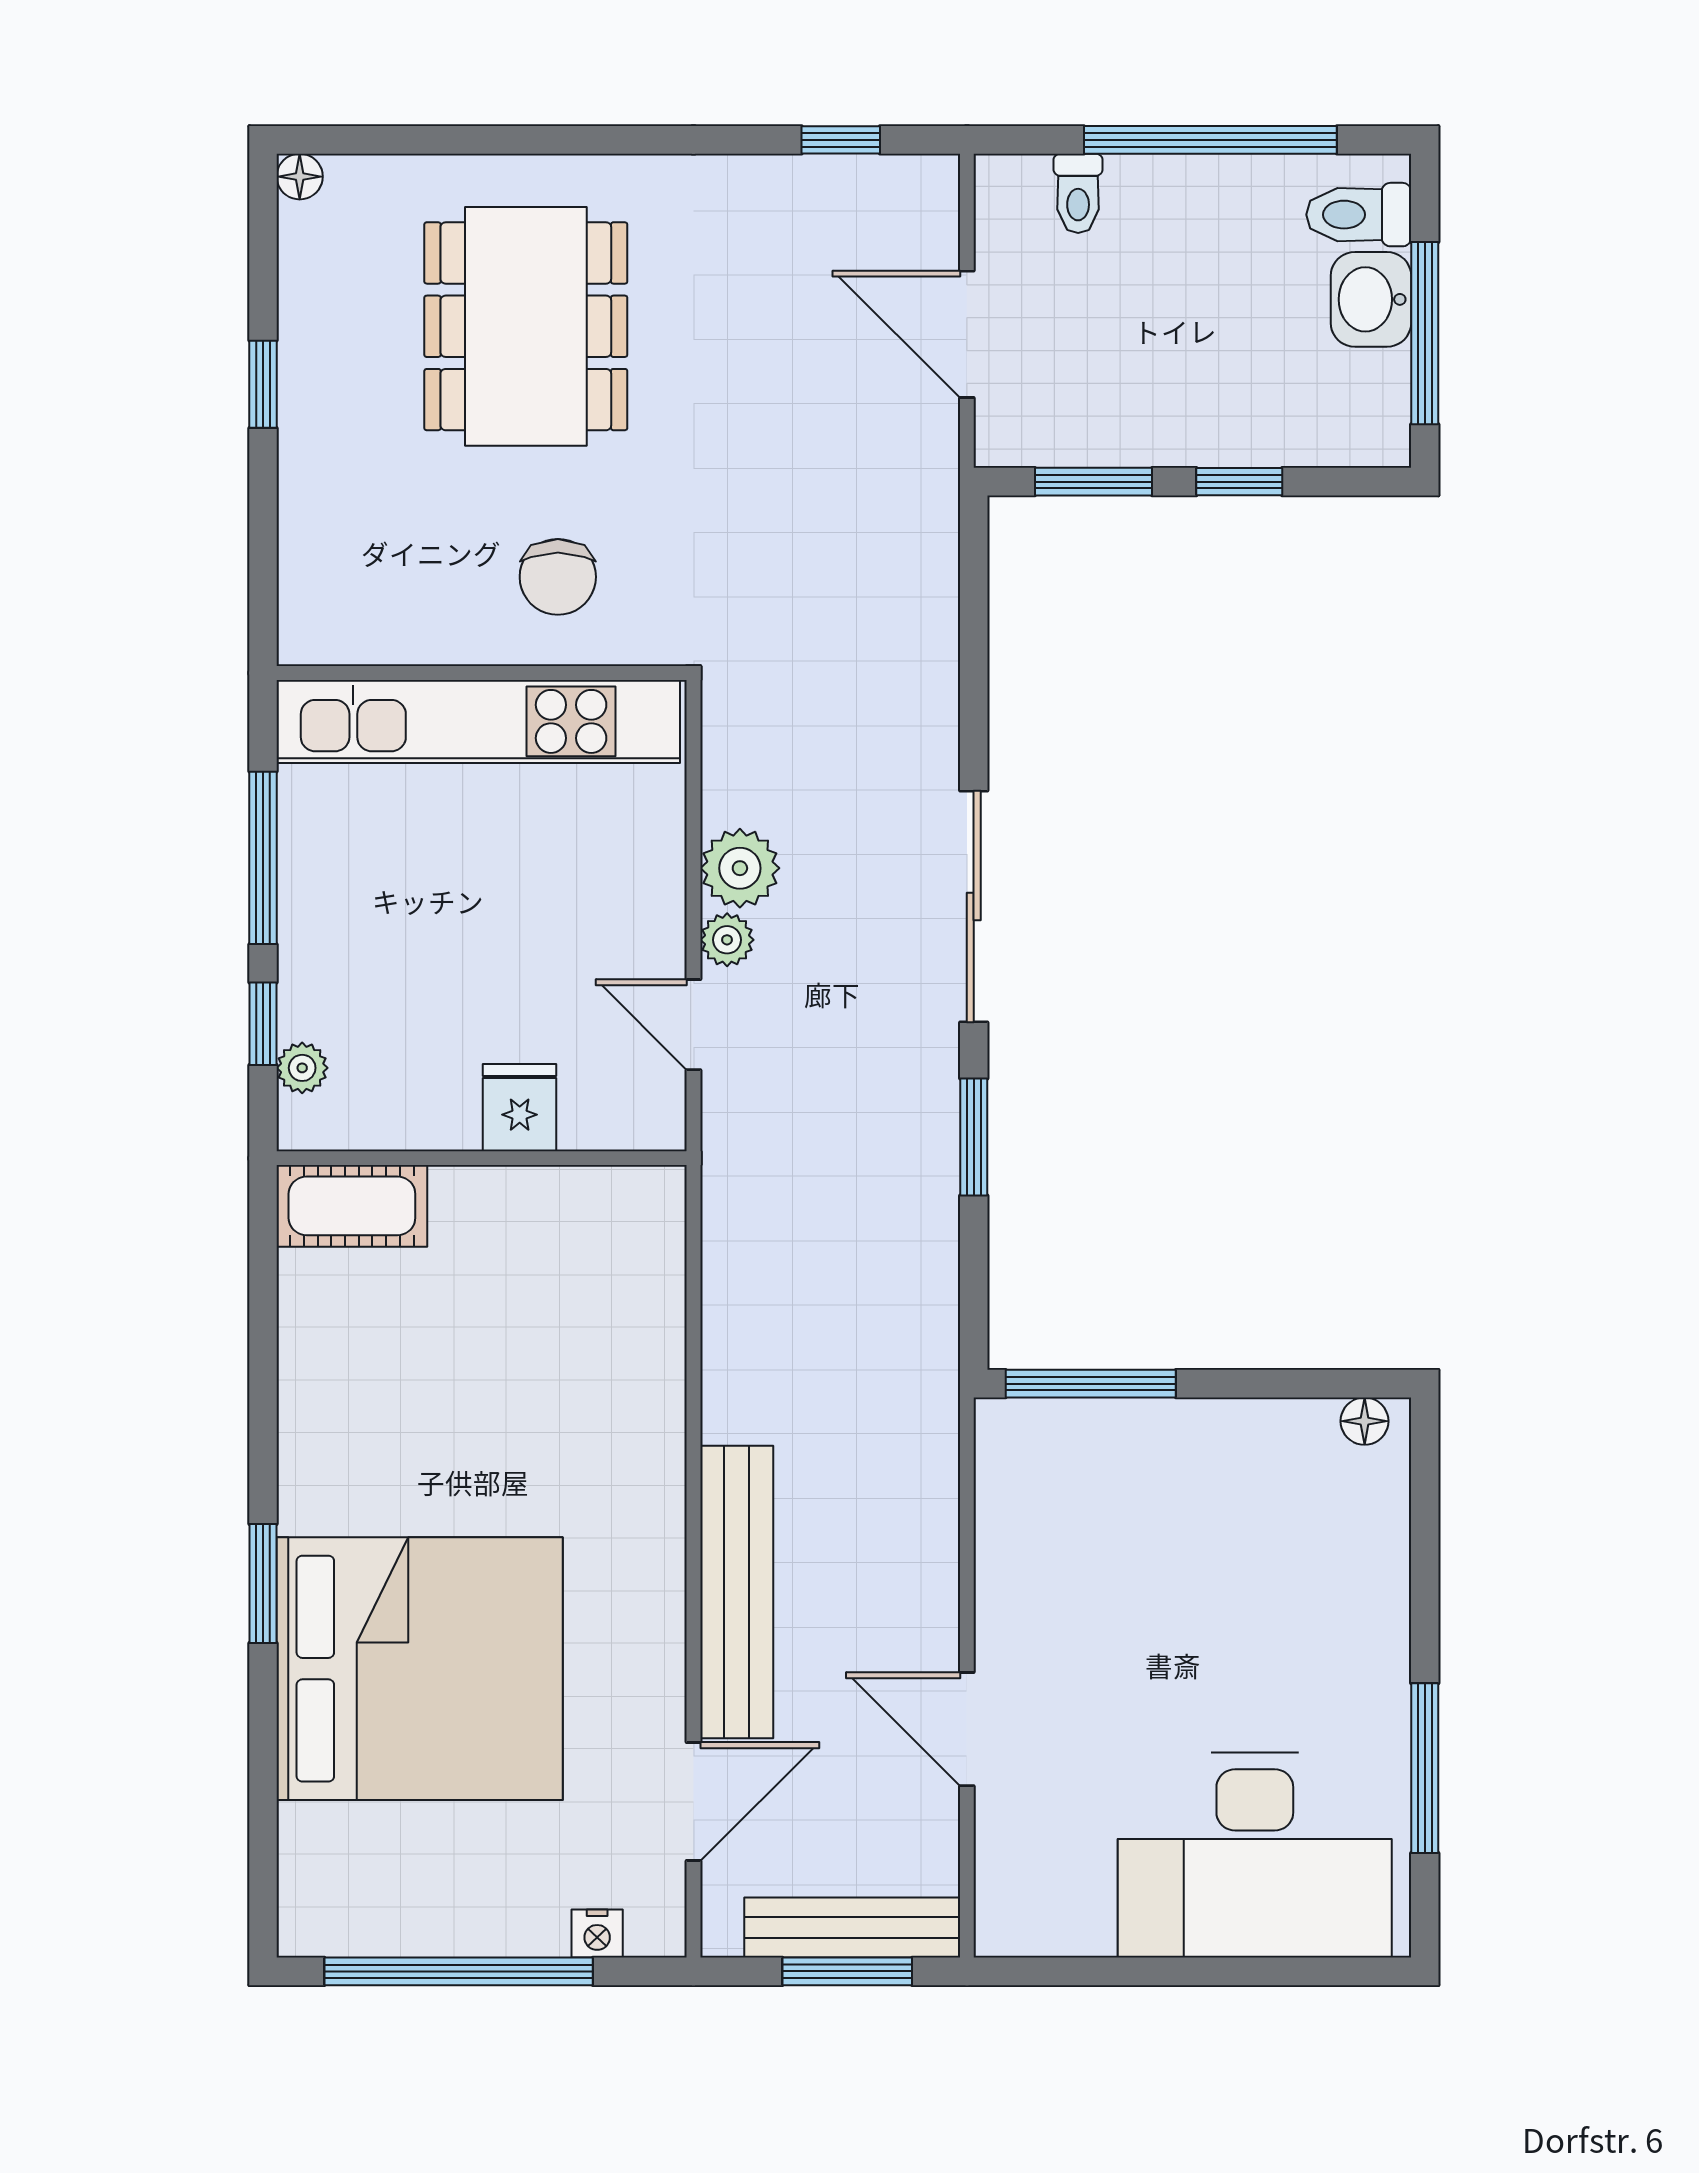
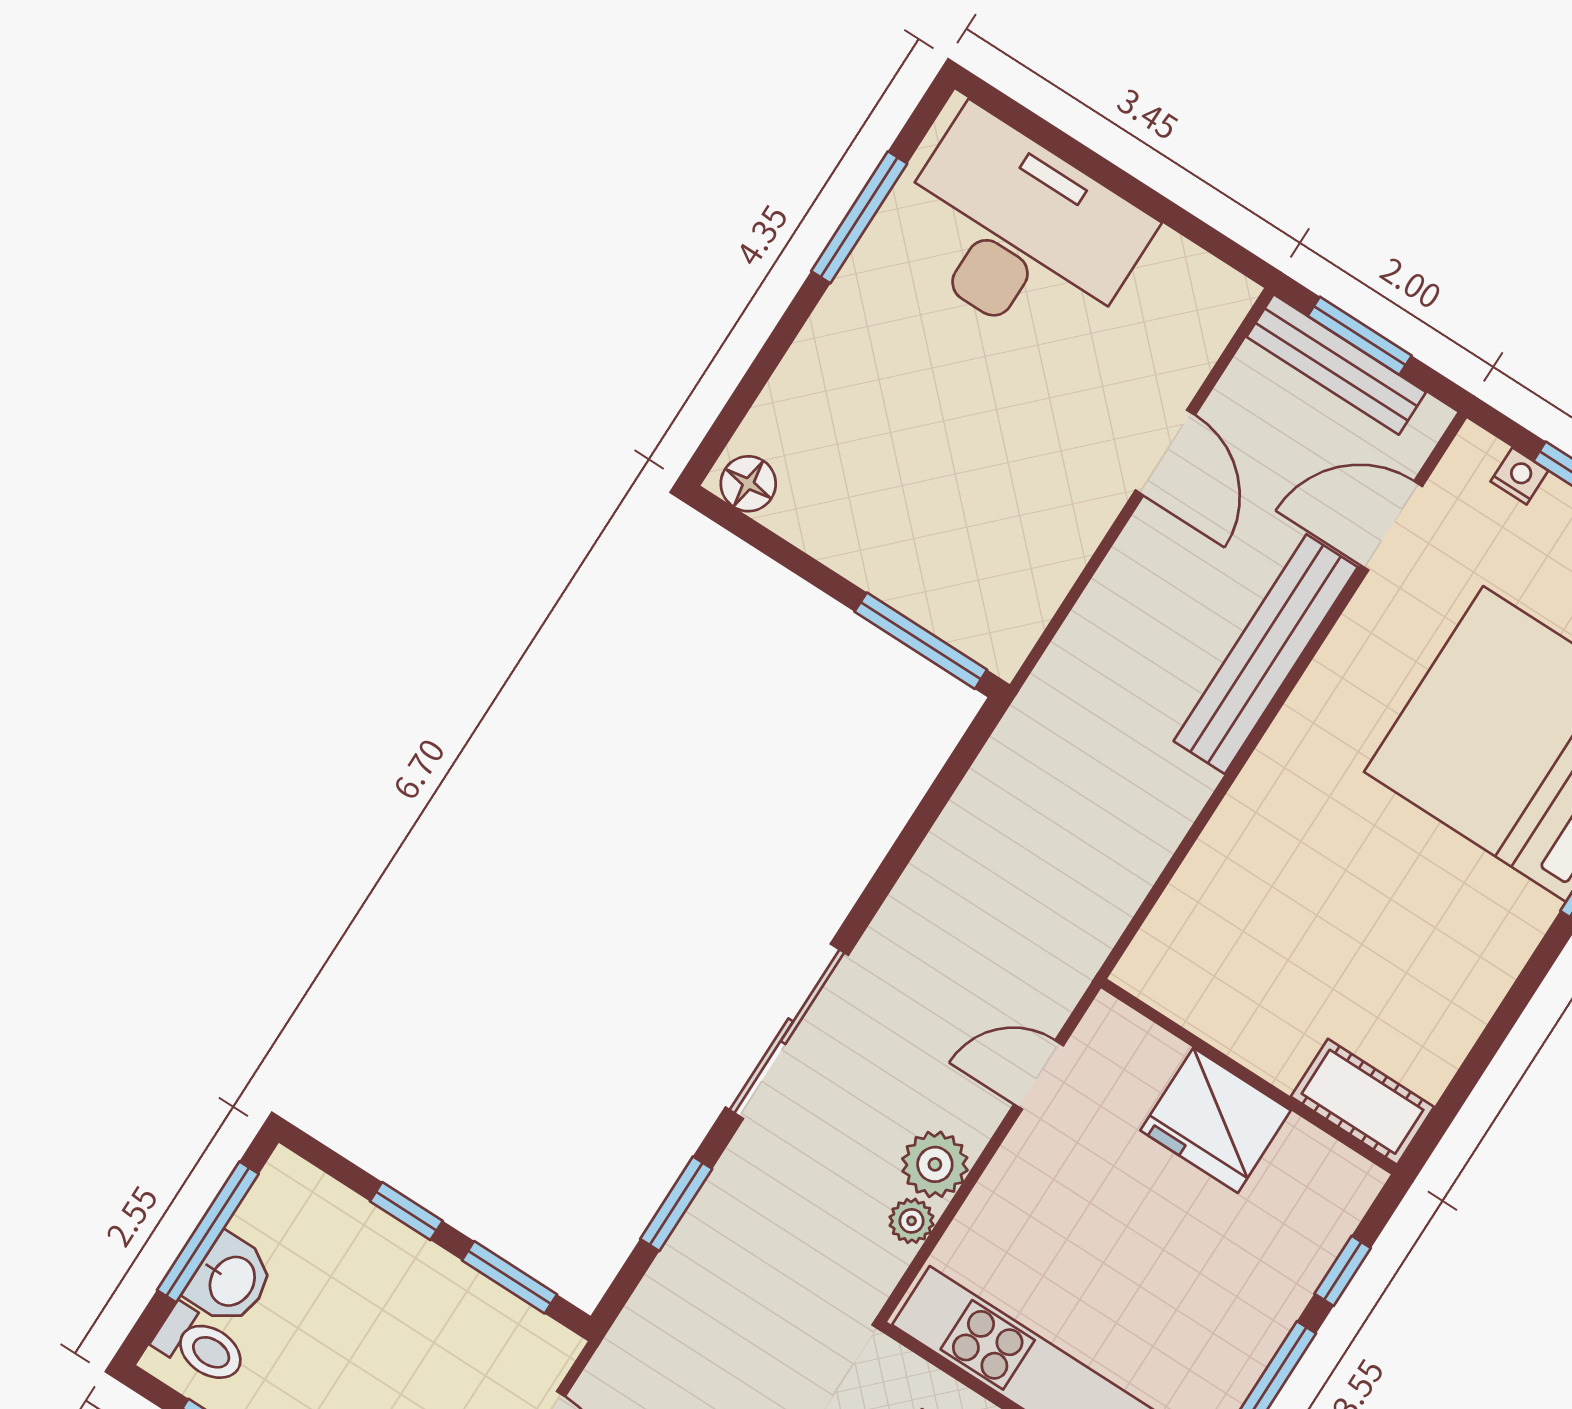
plant: (727, 940) -> (912, 1221), moved
door: (694, 1025) -> (1039, 1075), swing flipped
plant: (302, 1068) -> (1335, 1222), removed
fridge: (520, 1108) -> (1216, 1120), width x1.88, depth x1.34
window: (974, 1137) -> (676, 1204), moved
floor lamp: (1365, 1421) -> (748, 484), width x1.37, depth x1.37

